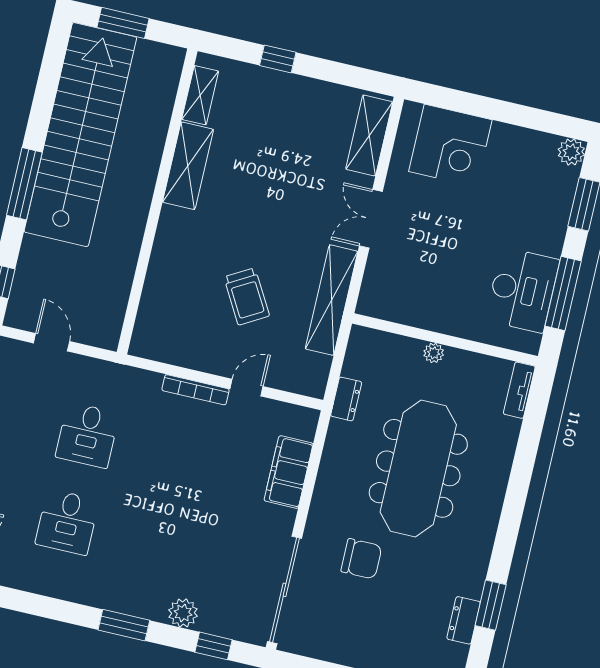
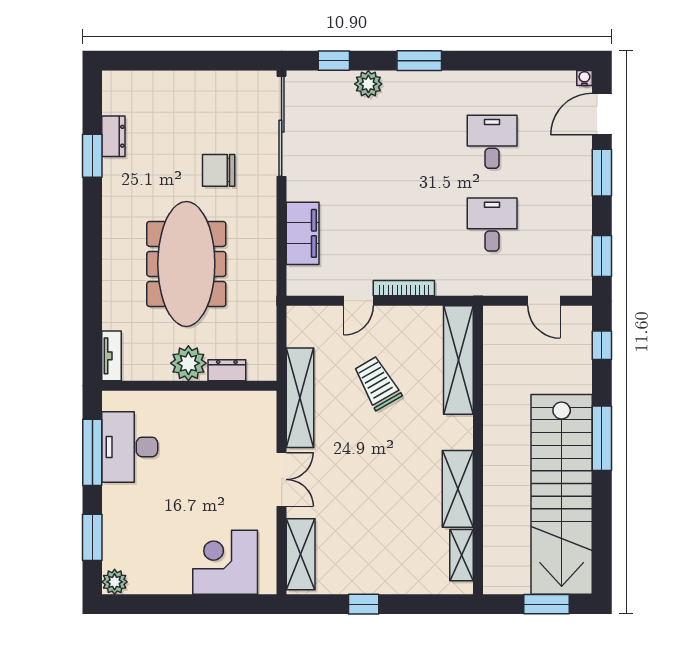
window: (278, 59) -> (364, 604), moved
shelving: (156, 301) -> (458, 360), added
plant: (434, 353) -> (188, 363), width x1.88, depth x1.88
dresser: (346, 399) -> (227, 370), moved, turned 90

